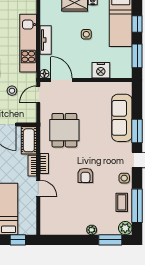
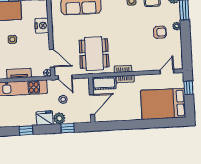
door: (61, 80) -> (52, 58), swing flipped
dining table: (64, 130) -> (94, 54), width x1.38
armchair: (85, 175) -> (160, 32), moved
door: (38, 188) -> (167, 72), moved

